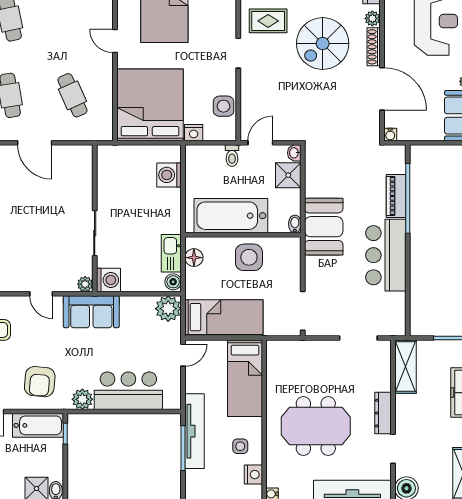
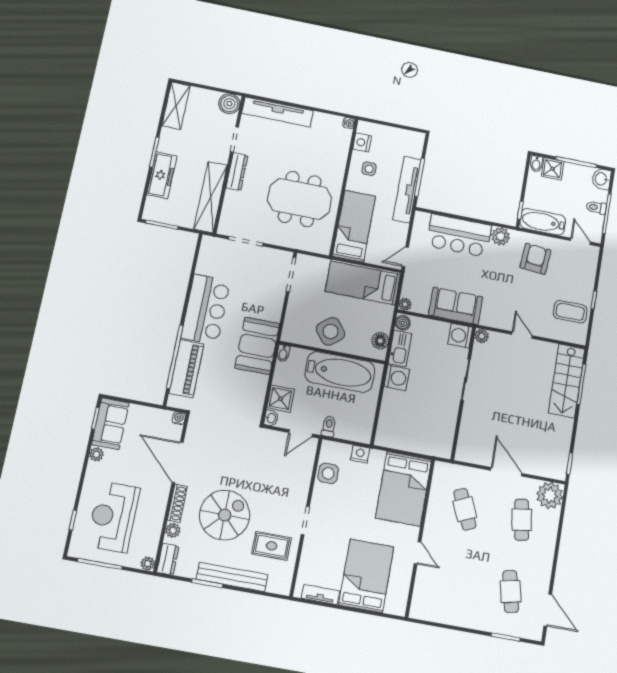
bed: (150, 105) -> (404, 489), width x0.73
washing machine: (169, 175) -> (397, 378), moved
piano: (396, 196) -> (186, 369), width x1.37, depth x1.33
side table: (249, 257) -> (331, 331), turned -38
plant: (168, 309) -> (405, 304), width x0.53, depth x0.53
sofa: (91, 312) -> (456, 306), moved
shelving: (406, 367) -> (211, 197), width x1.47
meeting table: (316, 426) -> (300, 199), moved

